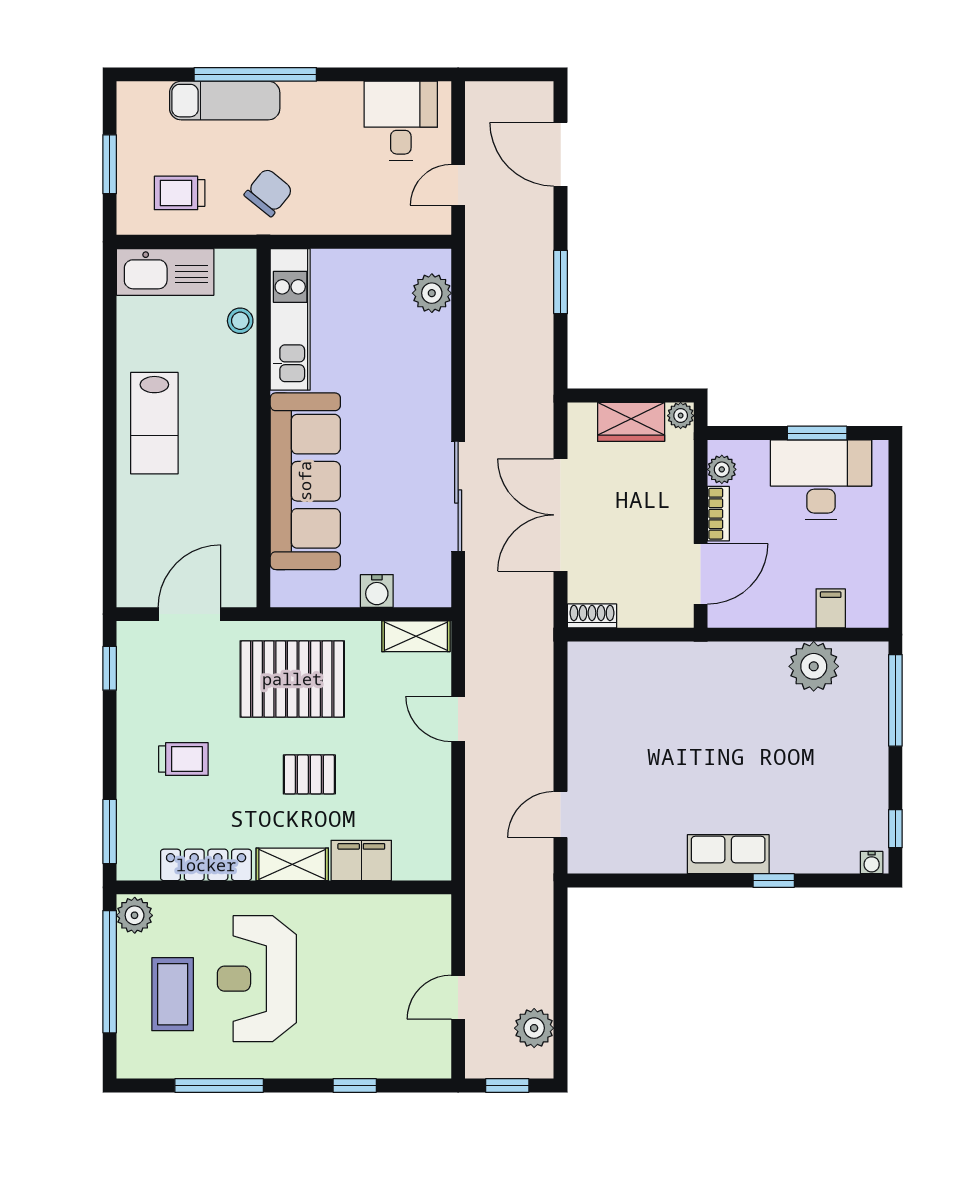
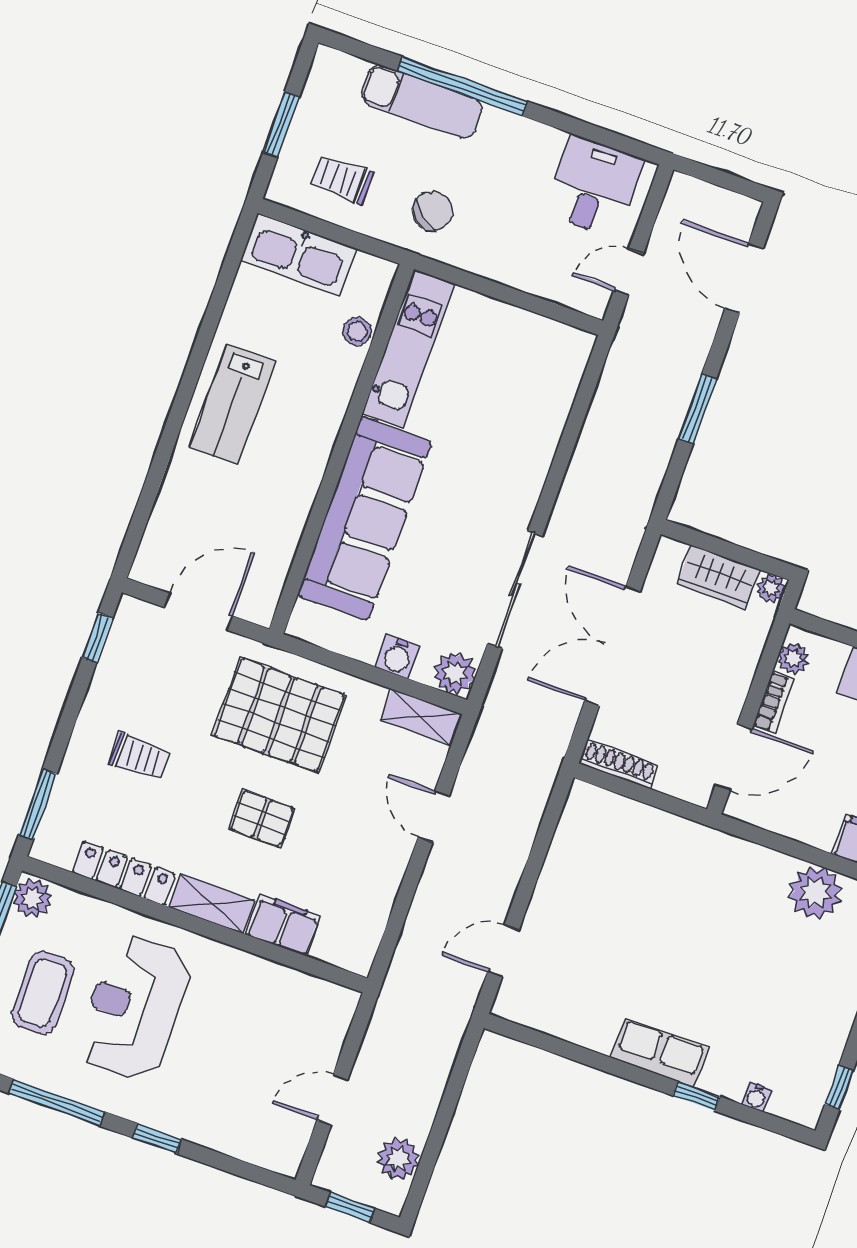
plant: (432, 293) -> (455, 673), moved
shoe rack: (592, 616) -> (618, 764), width x1.43
water cooler: (872, 863) -> (756, 1097), moved
window: (355, 1086) -> (157, 1138), moved

